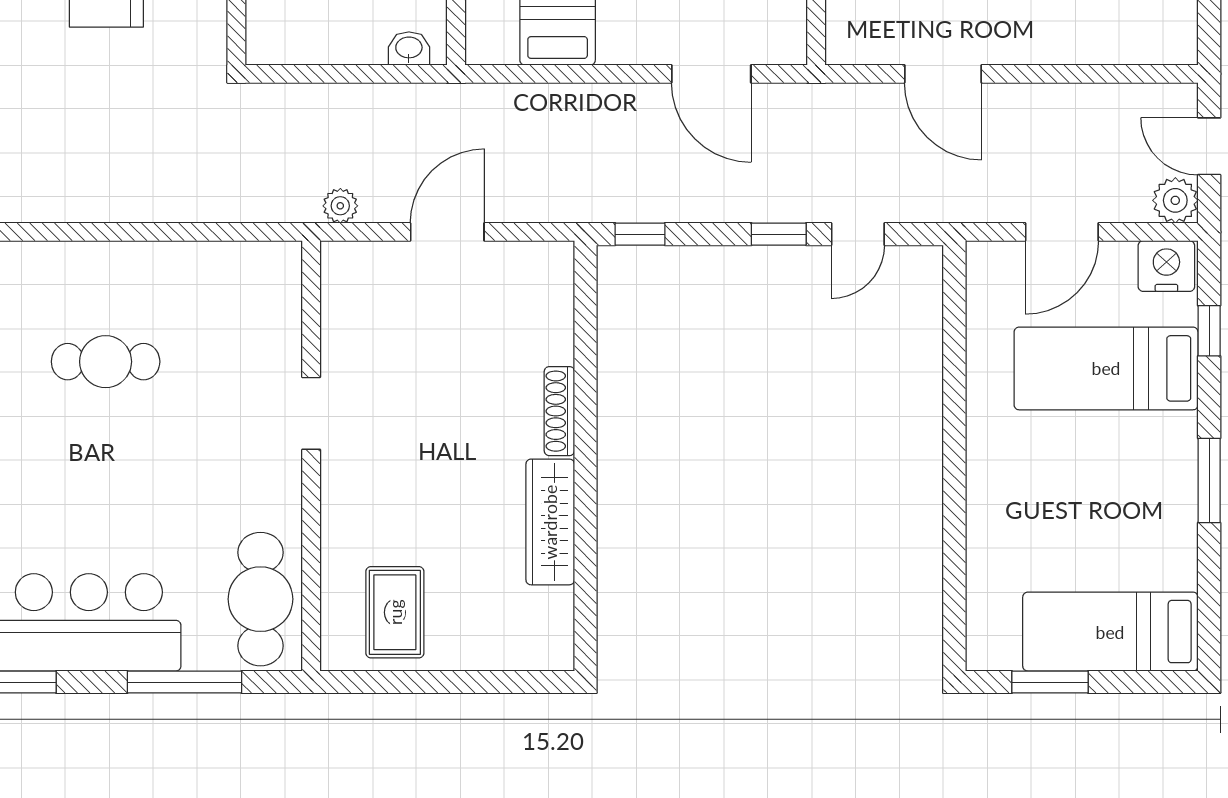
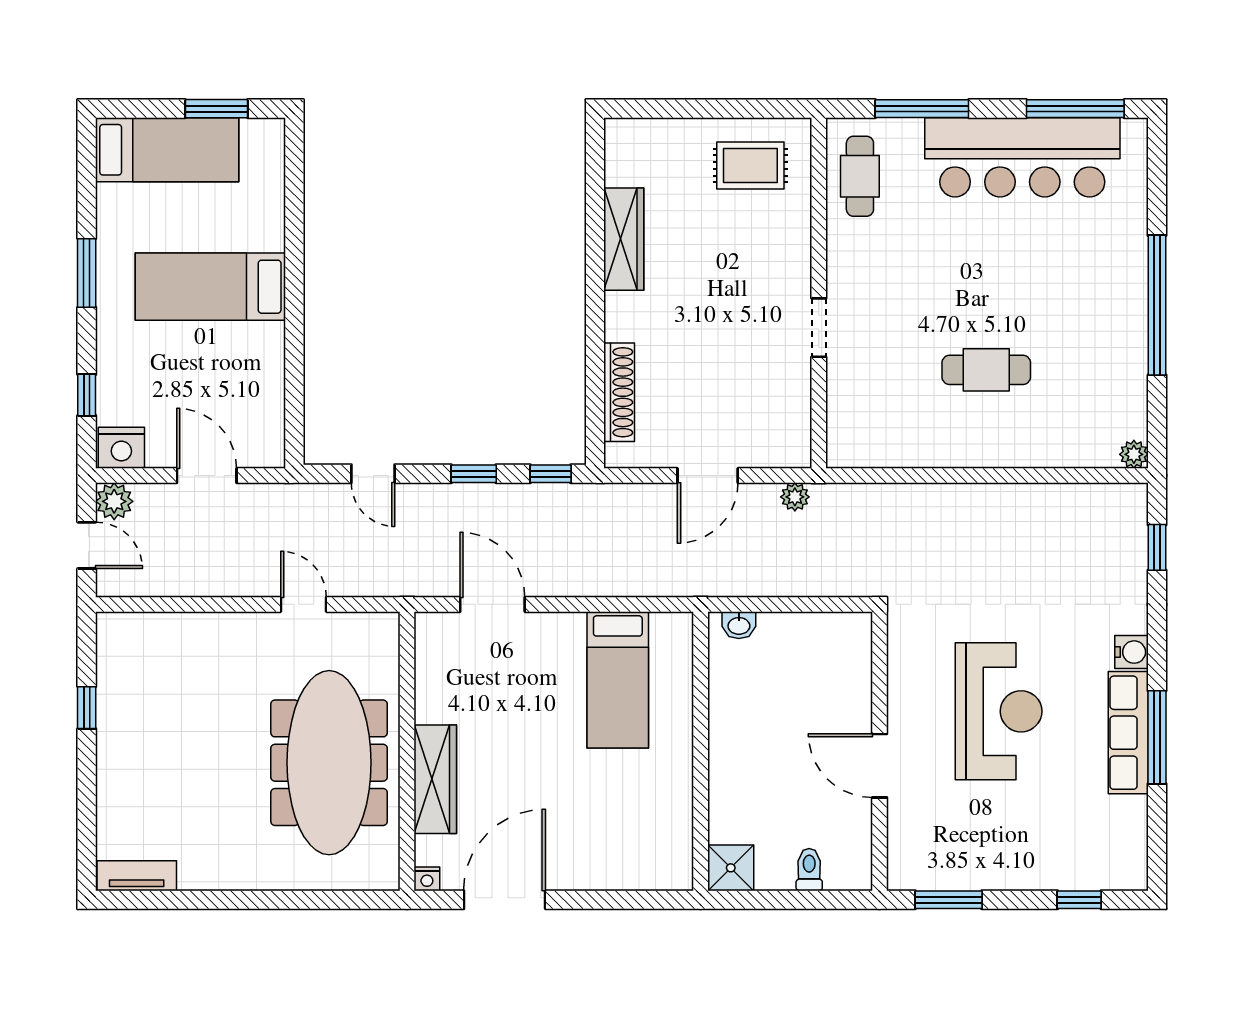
door: (943, 74) -> (303, 604), width x0.73
door: (1062, 232) -> (207, 476), hinge flipped
window: (779, 234) -> (474, 474), moved
door: (858, 234) -> (373, 474), swing flipped
bed: (1106, 368) -> (210, 287), moved, turned 180
shoe rack: (559, 411) -> (619, 392), moved, width x1.36, depth x1.24
cafe table: (260, 599) -> (860, 176), width x0.73, depth x0.74
rug: (395, 612) -> (750, 166), turned 90

